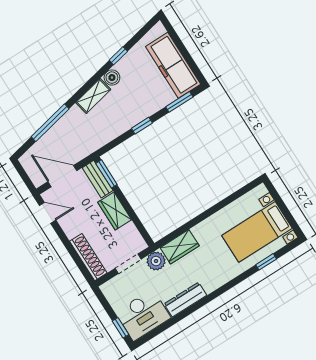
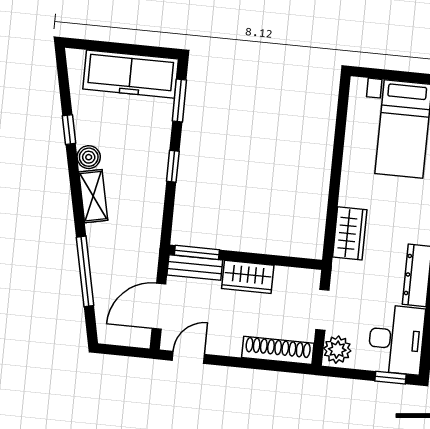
plant: (156, 261) -> (337, 350), moved

